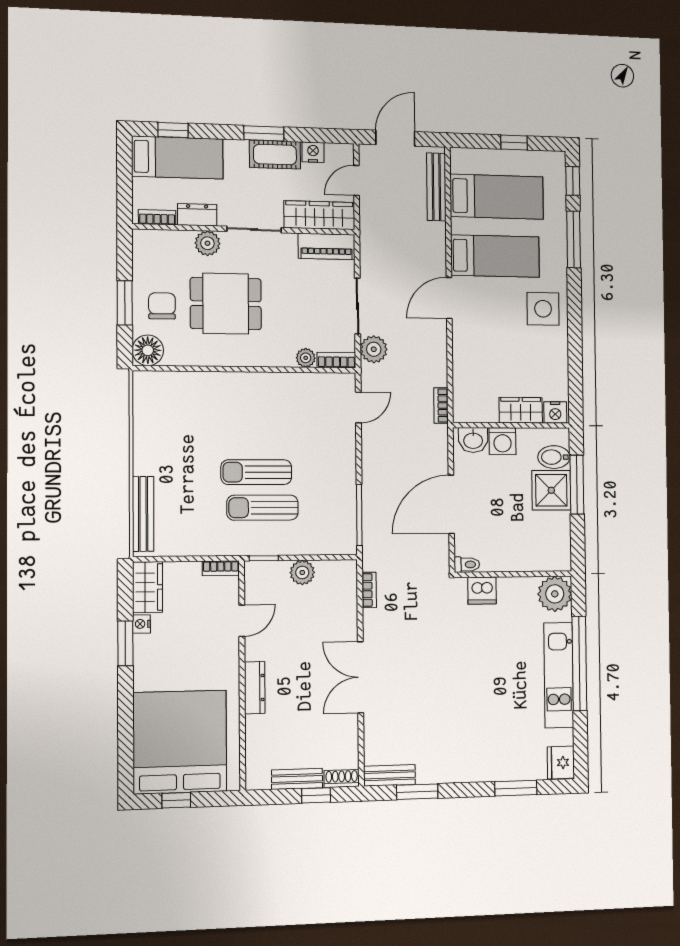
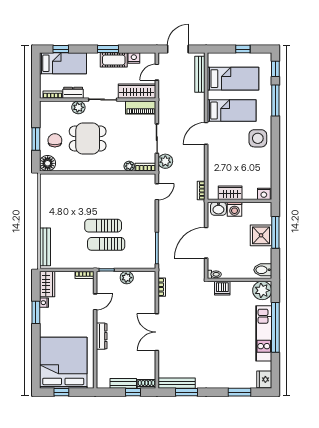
wardrobe: (521, 410) -> (230, 193), moved
bidet: (554, 457) -> (263, 270), moved
bench: (389, 775) -> (177, 383), width x1.36

